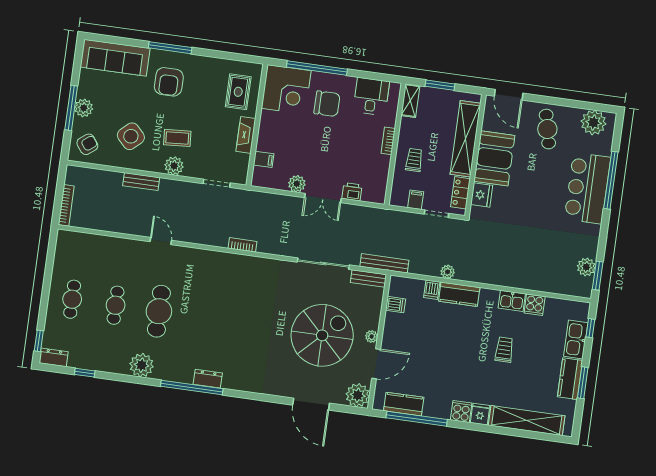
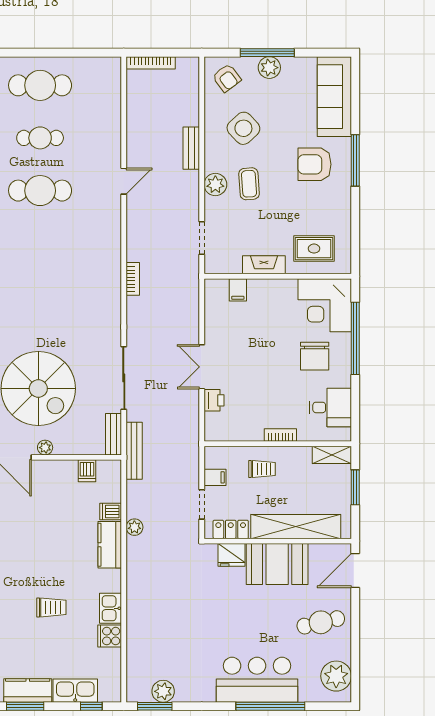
plant: (297, 184) -> (214, 333), removed
cafe table: (72, 299) -> (40, 85), width x1.37, depth x1.35

